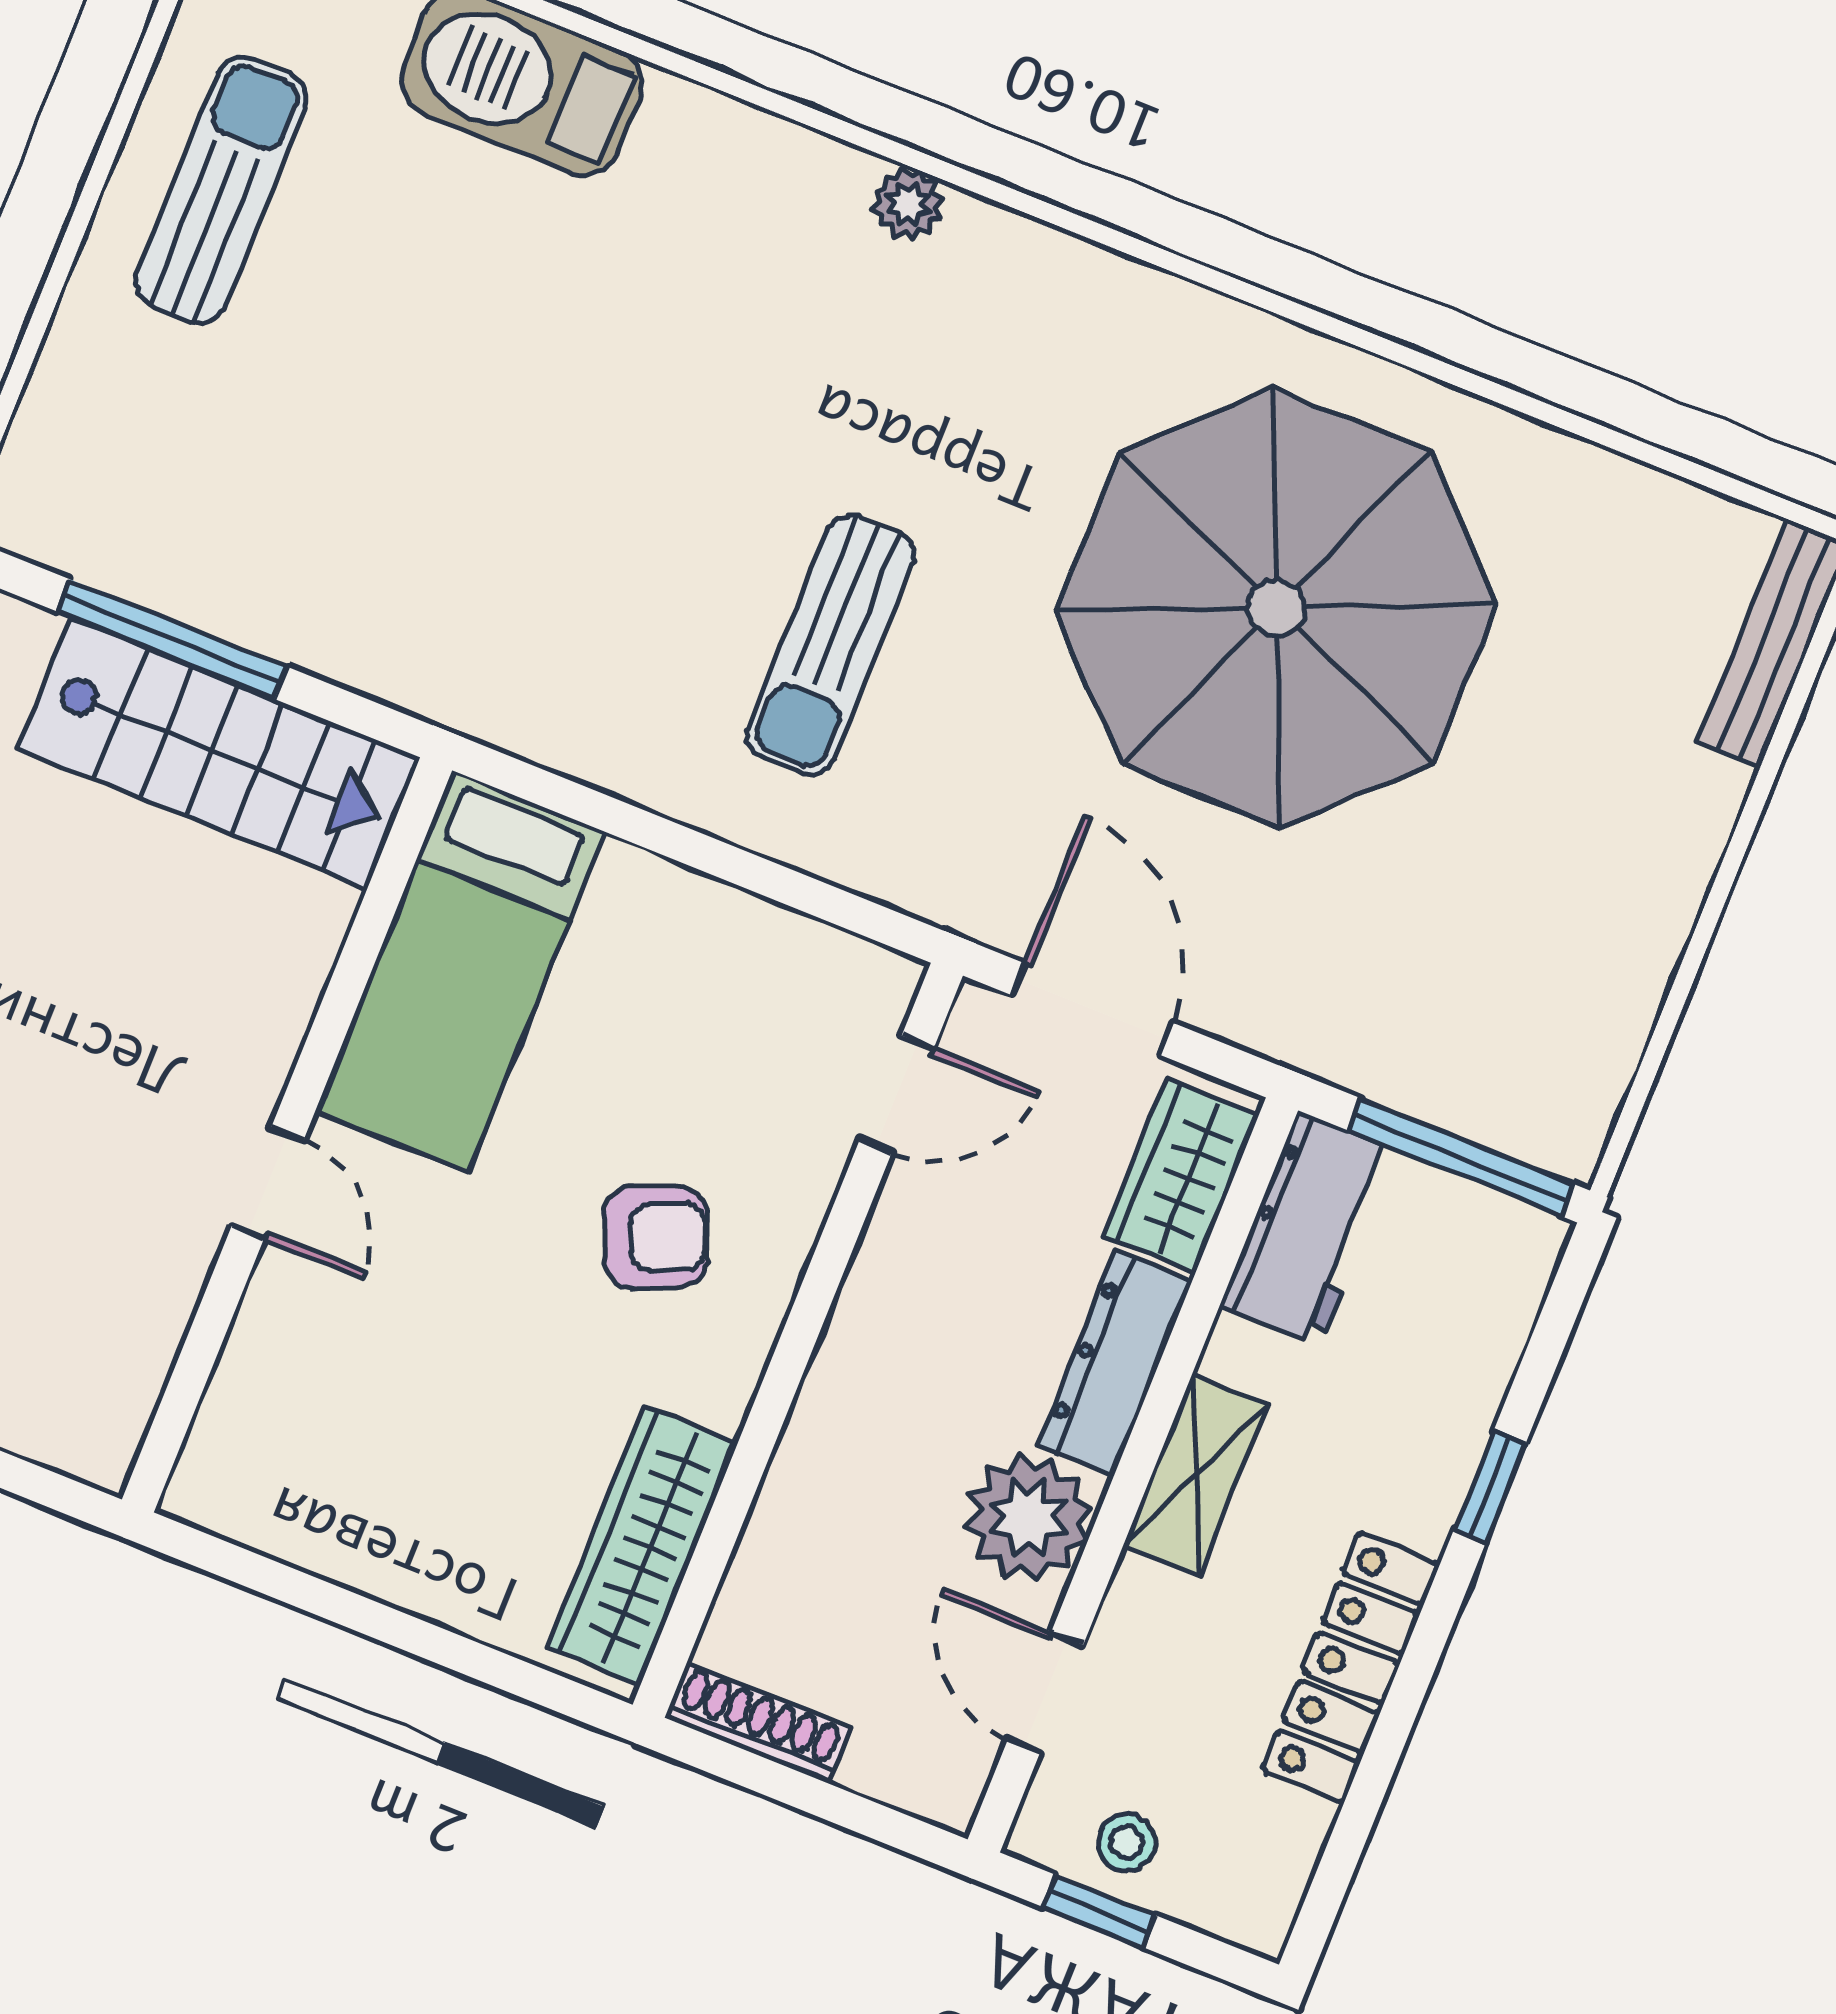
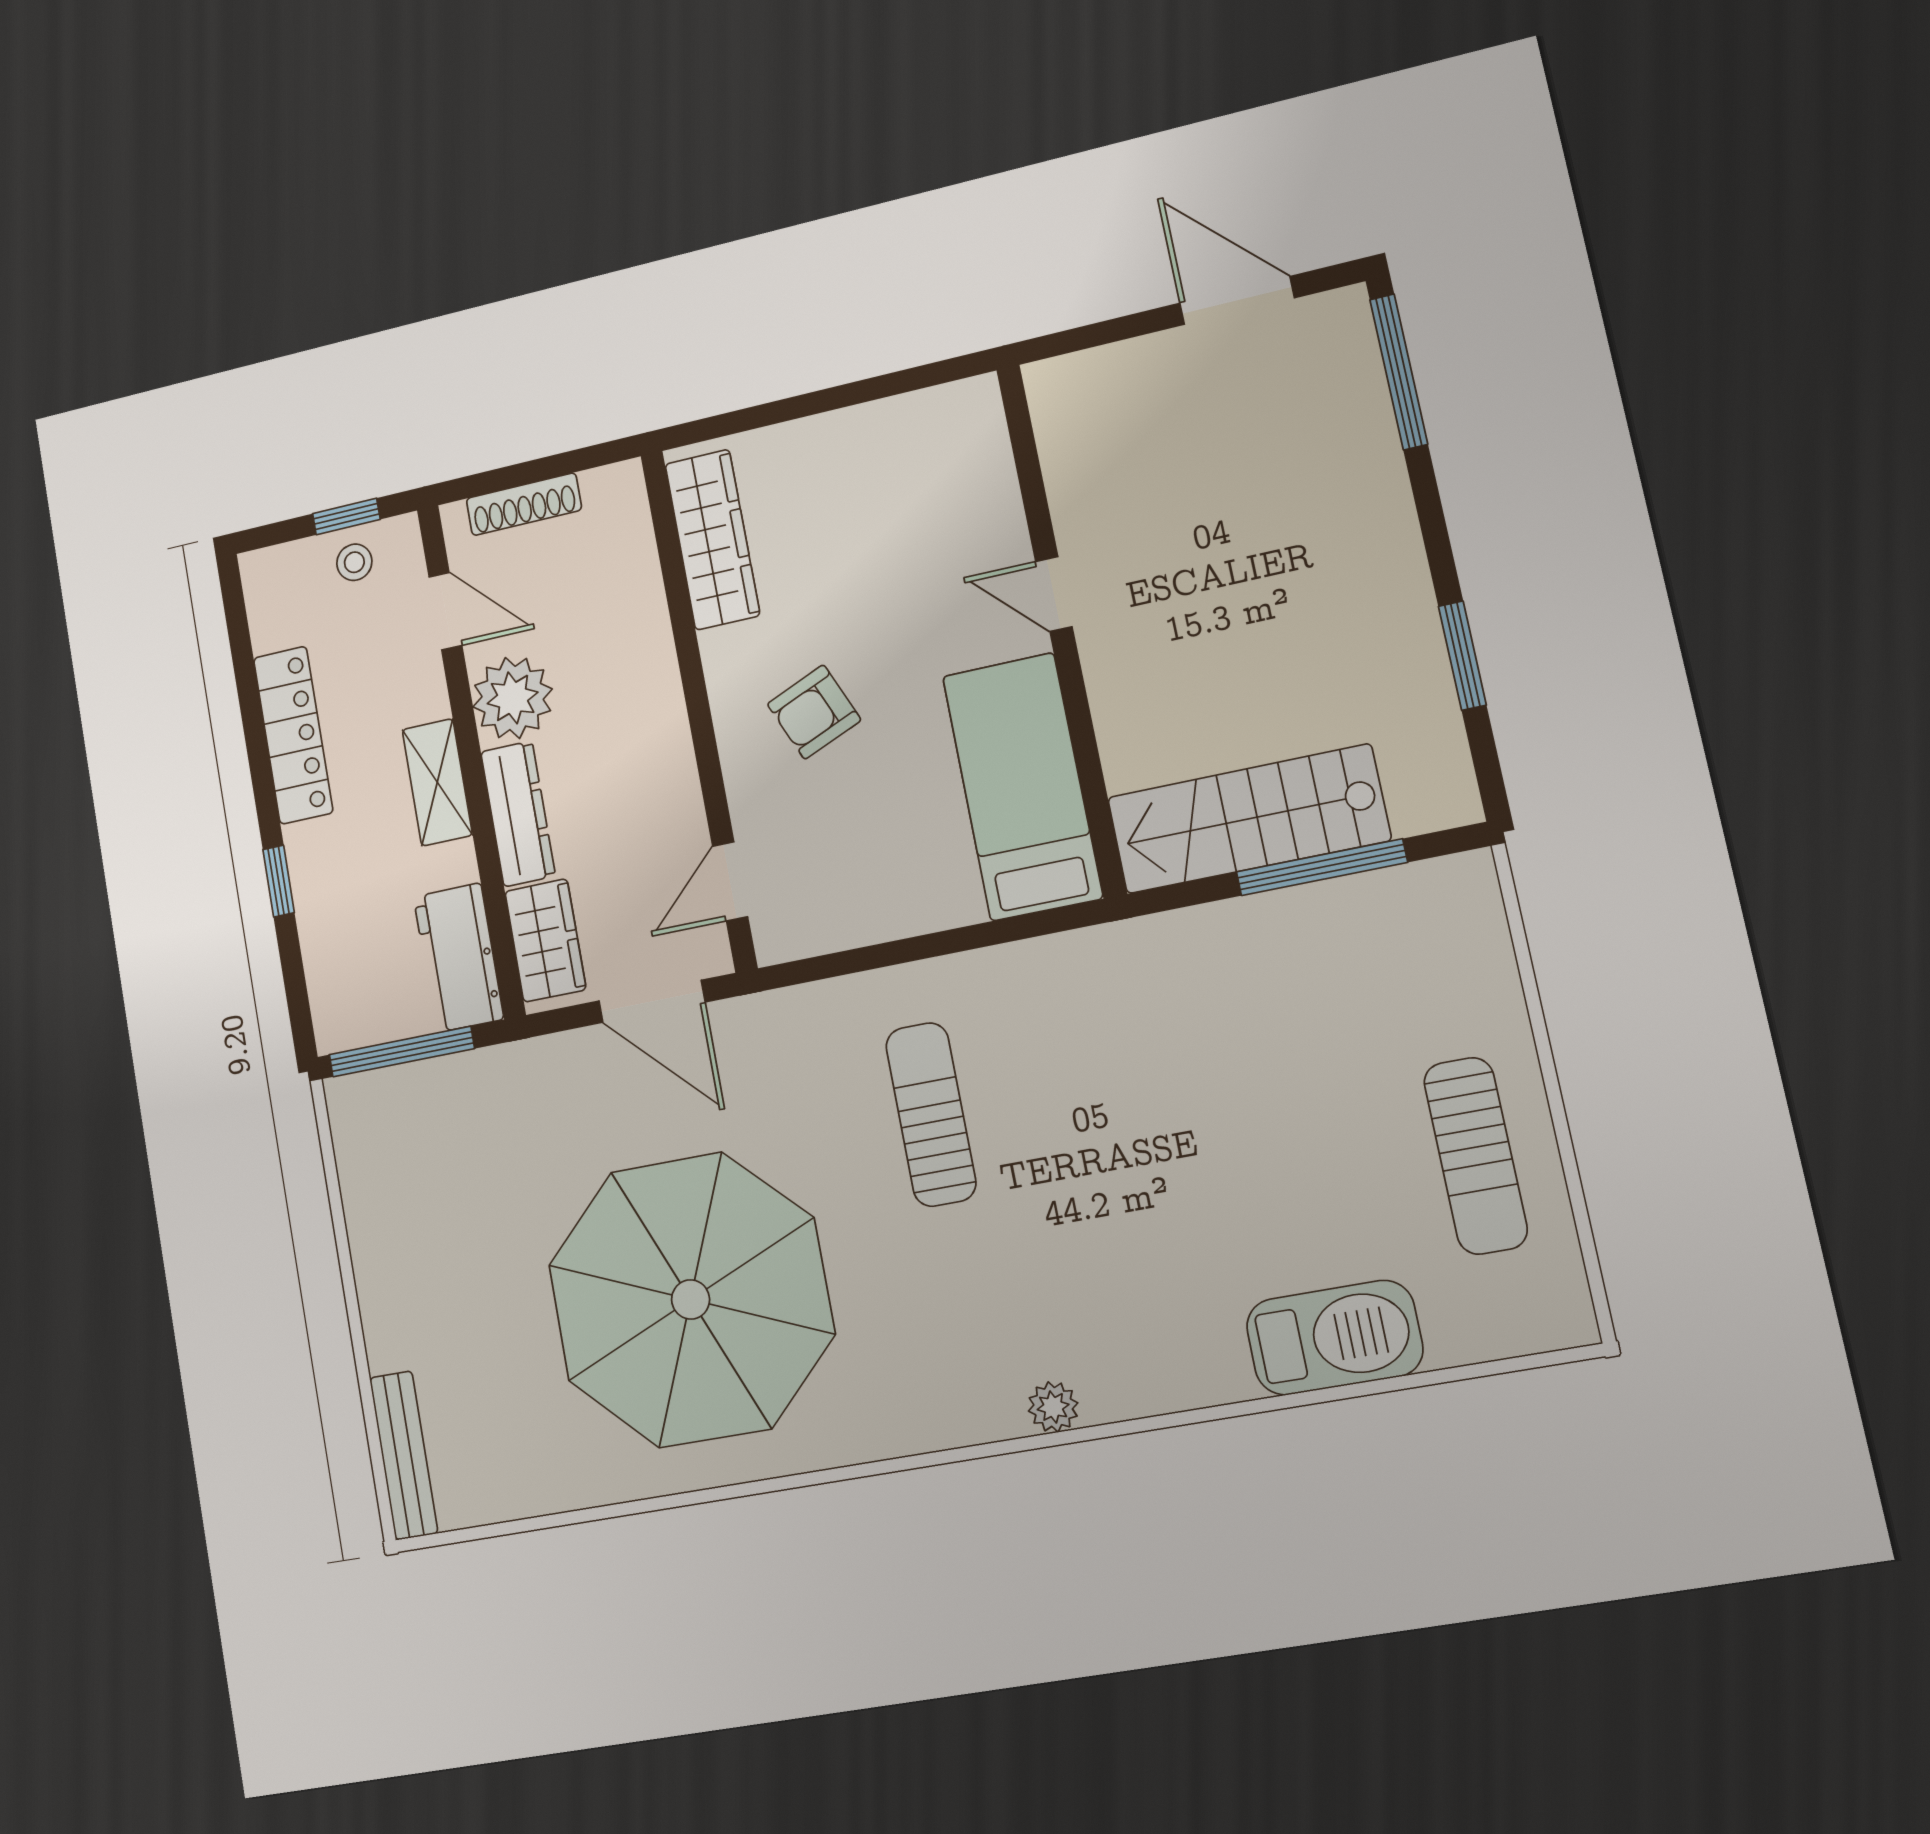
shoe rack: (758, 1723) -> (524, 504), moved

